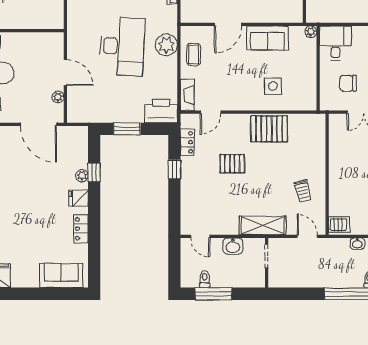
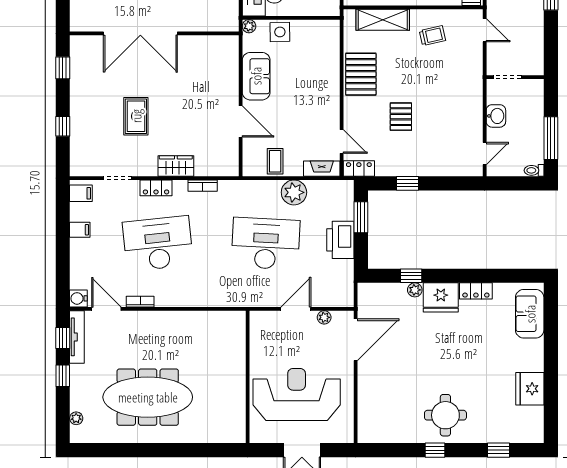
plant: (166, 45) -> (294, 192), moved
coffee table: (194, 54) -> (275, 161), turned 90
side table: (273, 86) -> (280, 32), moved
printer: (161, 111) -> (340, 240), moved
window: (127, 129) -> (361, 217), moved
locker: (187, 142) -> (359, 169), moved
fridge: (79, 198) -> (441, 297), width x1.88, depth x1.34
shelving: (263, 225) -> (383, 20), moved, turned 90
door: (307, 236) -> (485, 30), swing flipped
toilet: (205, 279) -> (534, 170), moved

